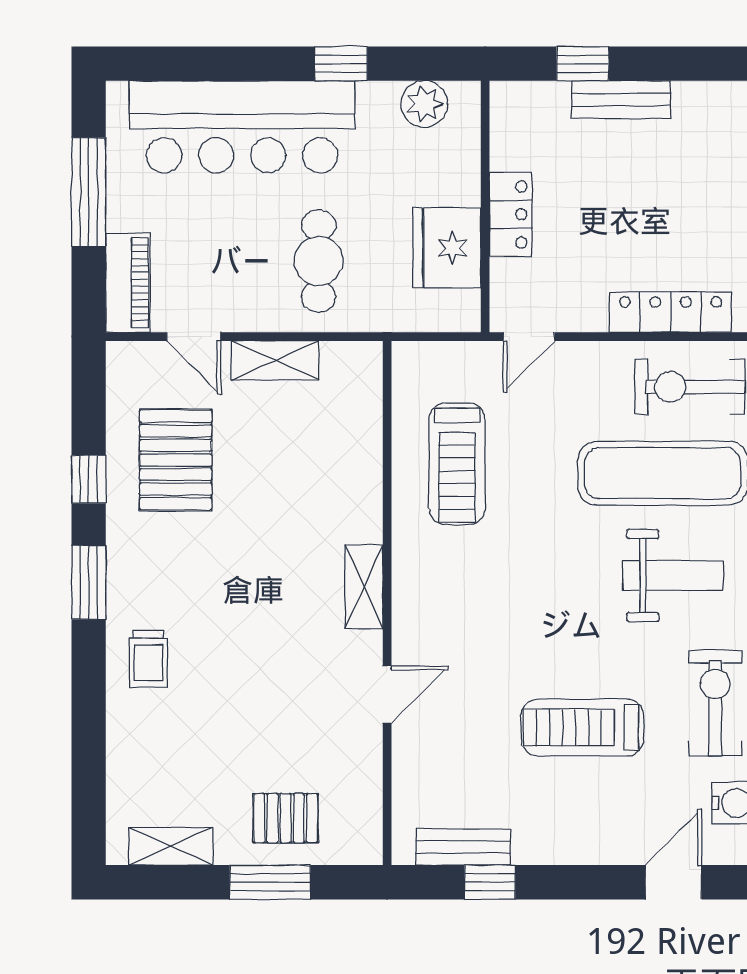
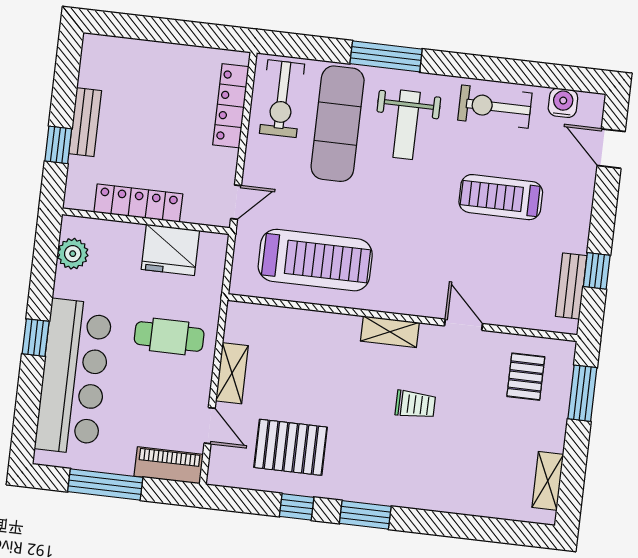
window: (341, 64) -> (36, 338), moved
locker: (511, 214) -> (138, 203), width x1.53
door: (194, 337) -> (210, 426), hinge flipped
door: (529, 337) -> (236, 202), hinge flipped
treadmill: (457, 464) -> (315, 260), width x1.37, depth x1.38
weight bench: (673, 576) -> (407, 125), turned 180
trolley: (148, 659) -> (415, 404), moved
treadmill: (583, 727) -> (501, 197), turned 90
pallet: (286, 818) -> (526, 377), moved
window: (270, 882) -> (582, 393), moved

